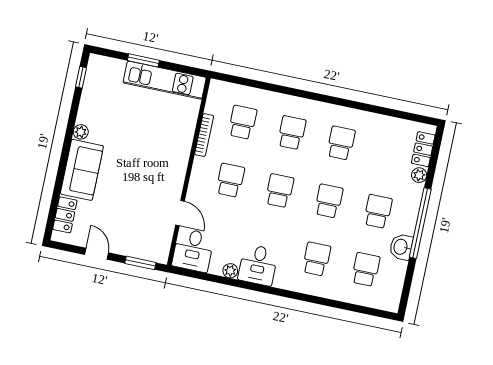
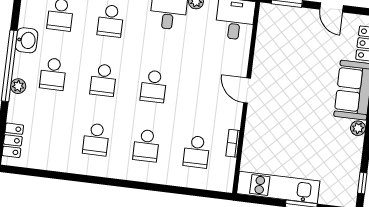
bookcase: (204, 135) -> (233, 143), width x0.64
plant: (419, 175) -> (18, 86), moved
school desk: (230, 180) -> (204, 92), removed
door: (180, 213) -> (247, 91), moved

